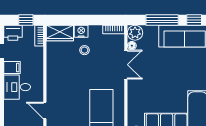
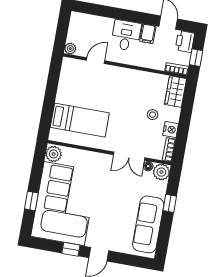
window: (162, 20) -> (170, 203), width x0.46
window: (194, 20) -> (164, 238), removed
nightstand: (81, 31) -> (171, 130), moved

